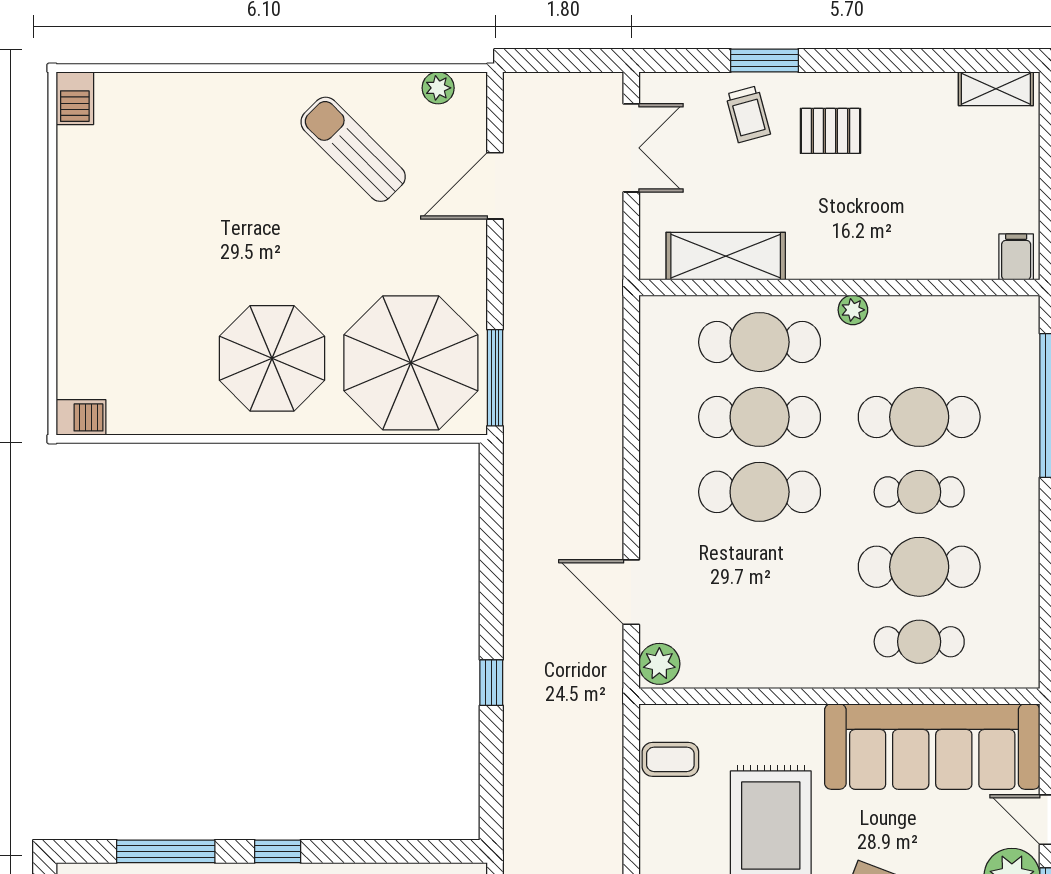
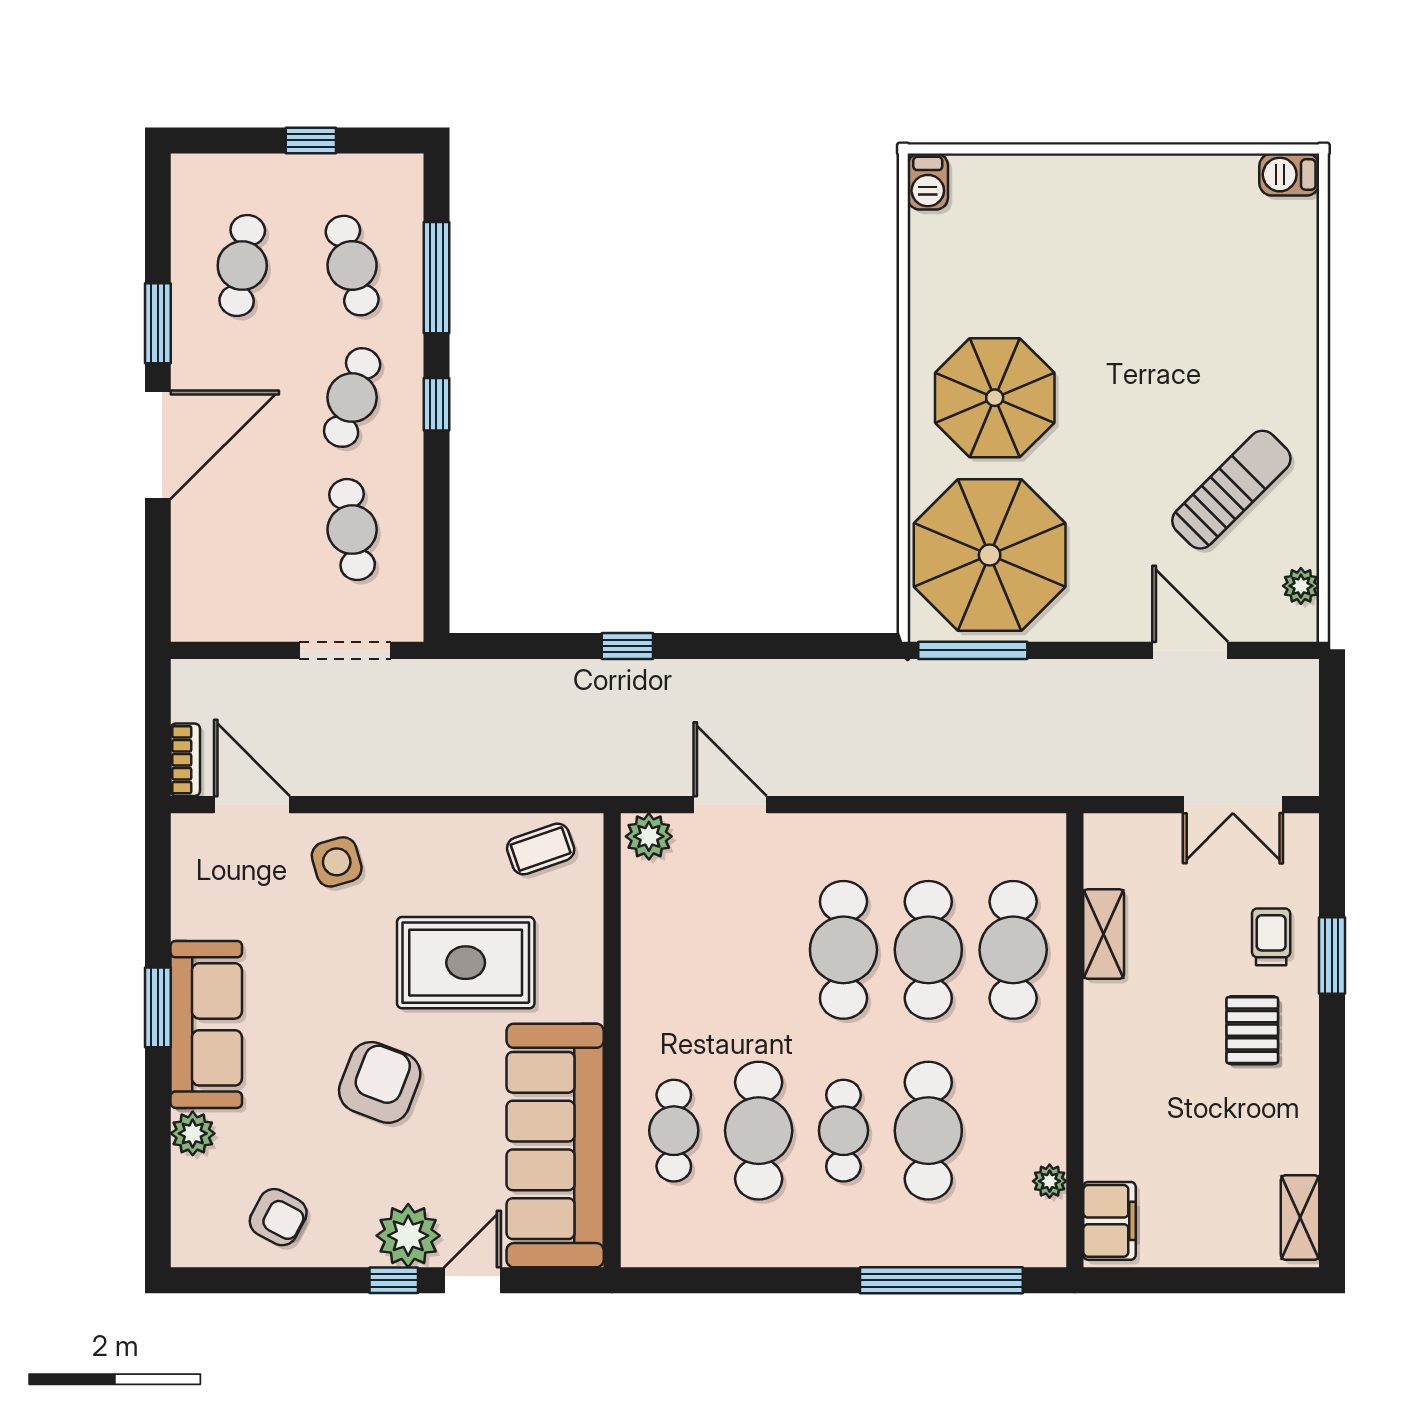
trolley: (748, 114) -> (1271, 937), turned 105
shelving: (726, 256) -> (1104, 934), width x0.67, depth x0.75
filing cabinet: (1016, 257) -> (1109, 1221), width x2.00
plant: (853, 310) -> (1050, 1181), moved
door: (631, 592) -> (730, 805), hinge flipped
coffee table: (670, 759) -> (541, 849), turned 71

